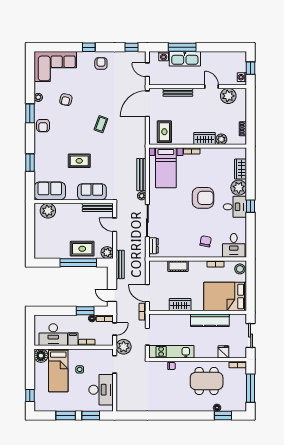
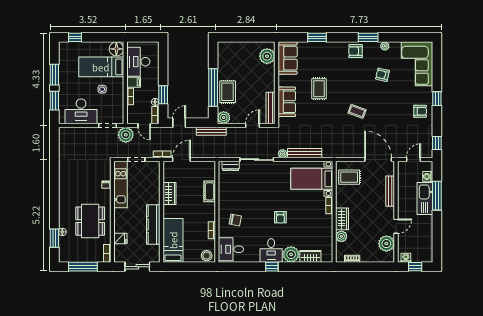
armchair: (203, 198) -> (280, 217), width x0.53, depth x0.53
bed: (225, 296) -> (173, 240), width x0.67

